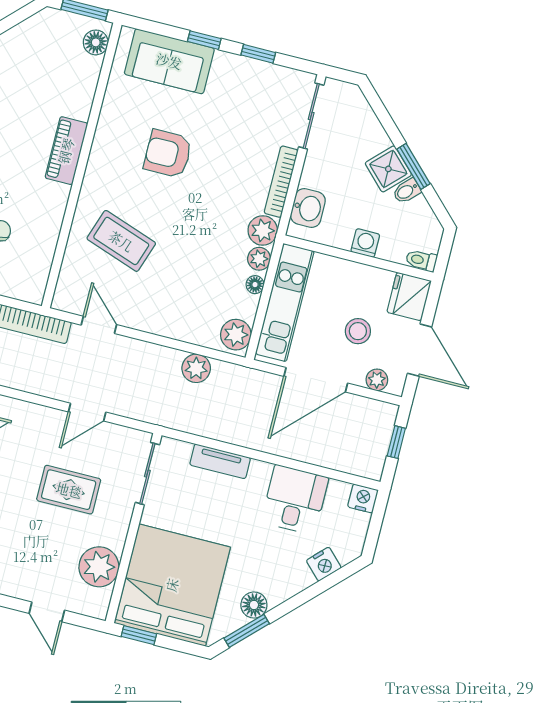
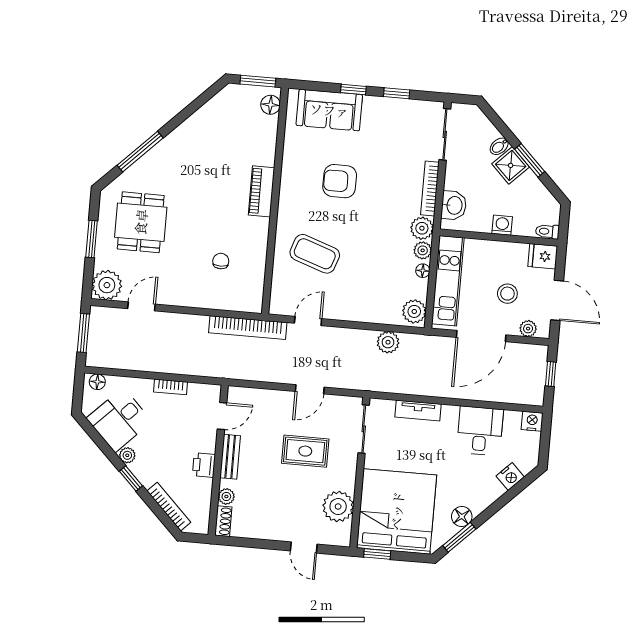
bidet: (407, 191) -> (499, 146), moved
fridge: (409, 297) -> (543, 256), width x0.72
door: (99, 325) -> (308, 321), hinge flipped

